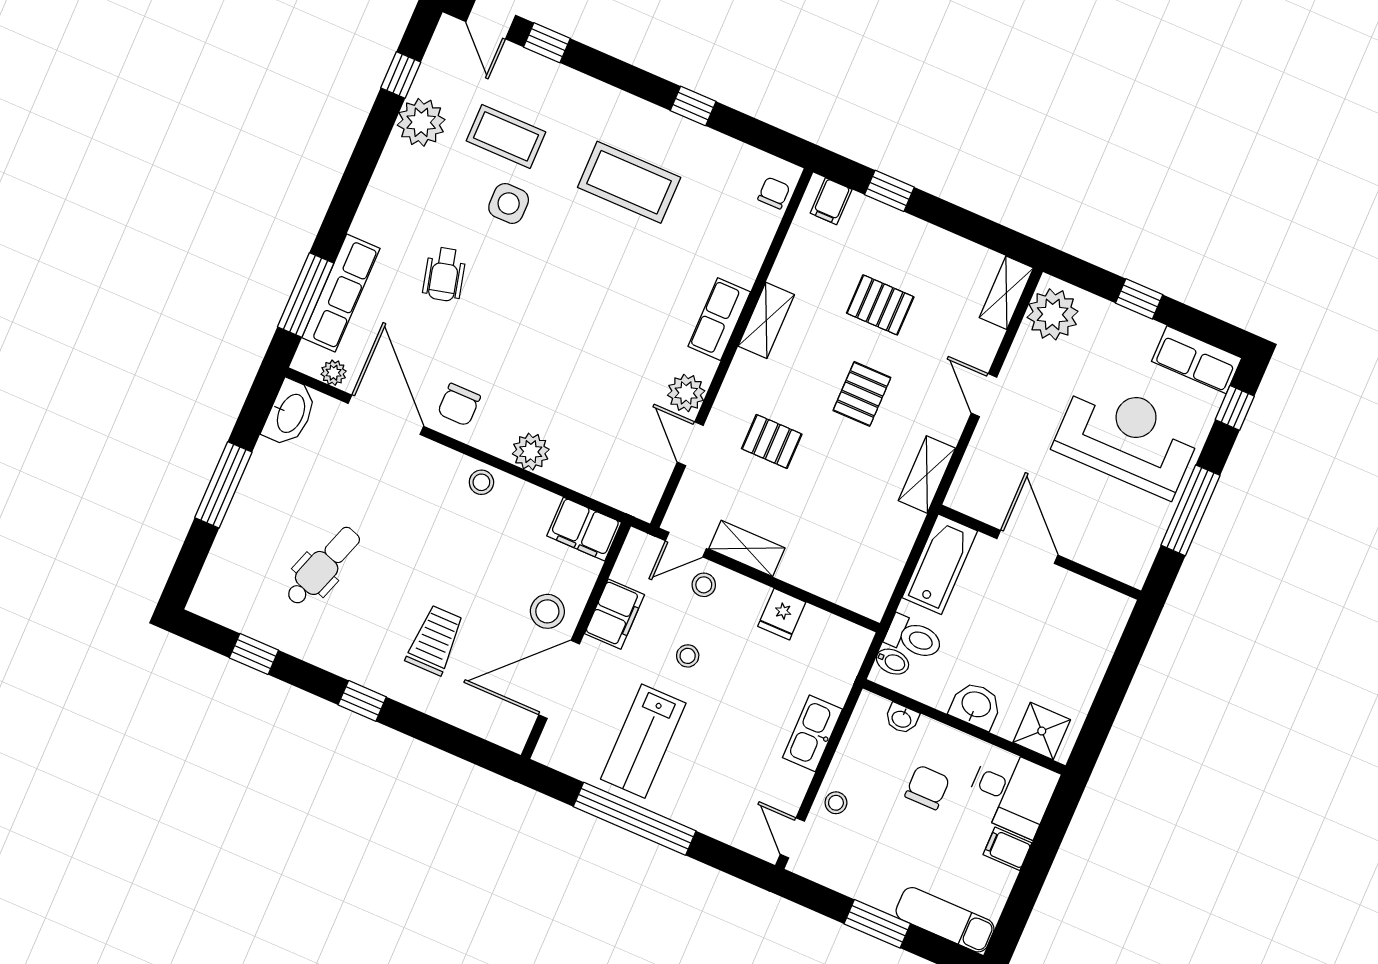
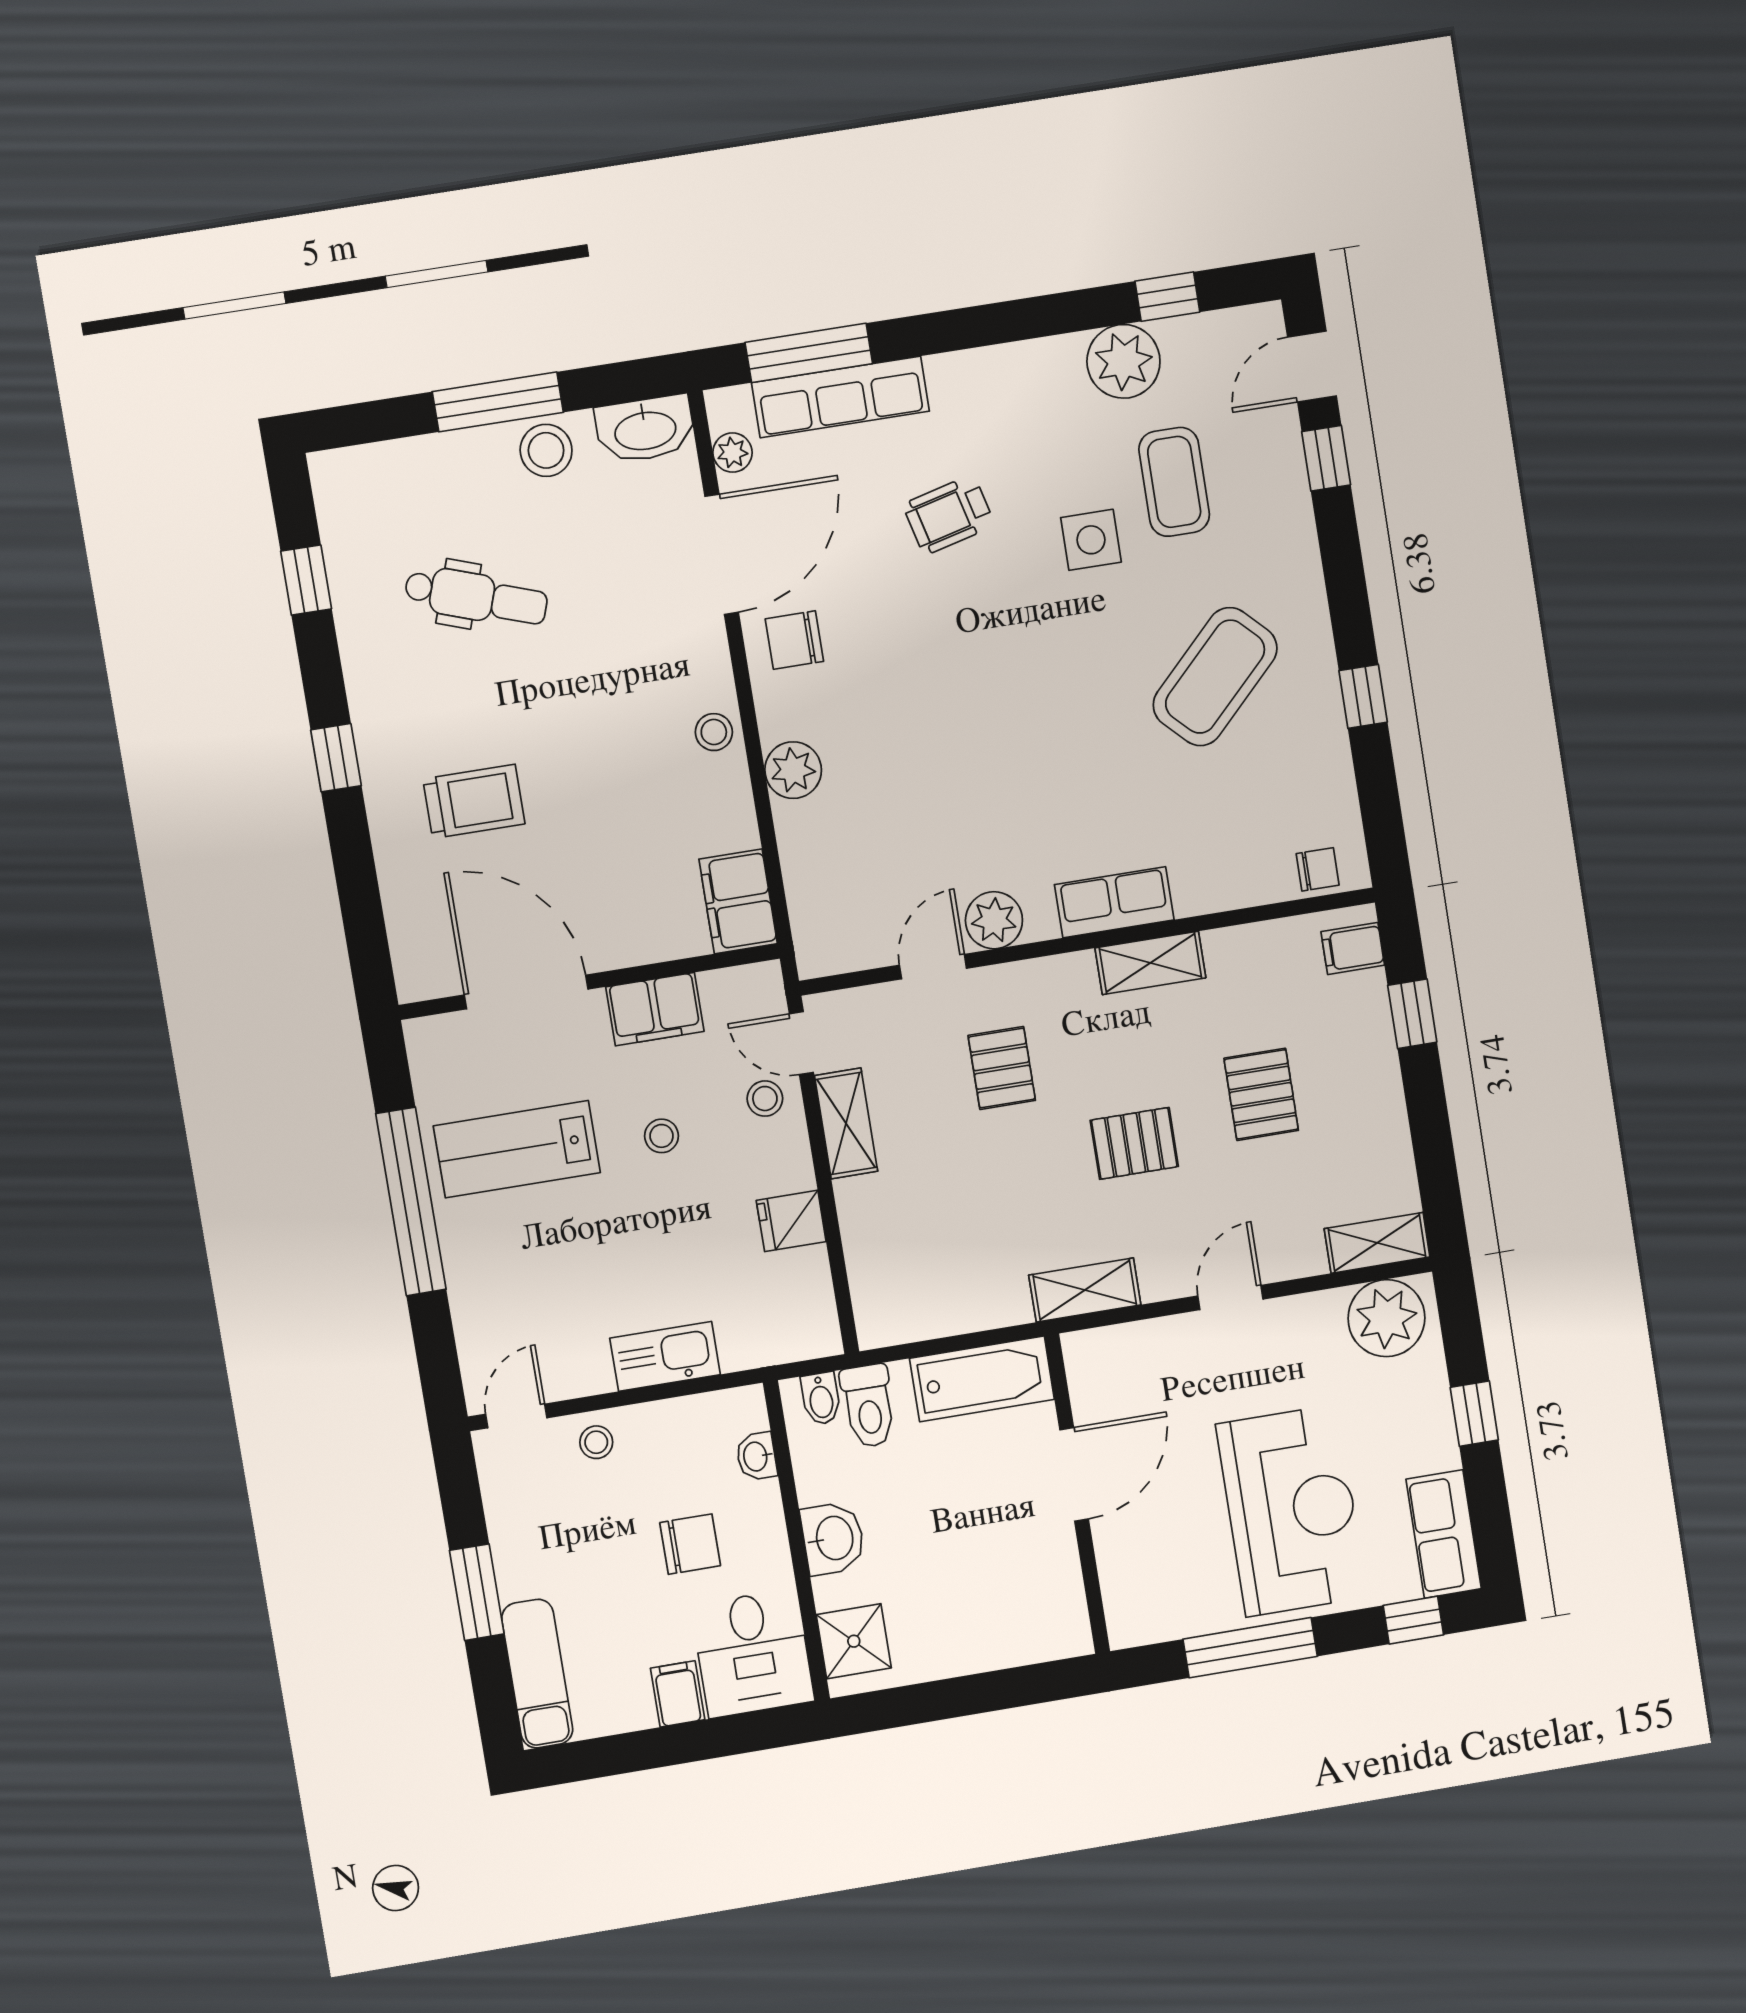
coffee table: (629, 182) -> (1215, 677), turned 45
stool: (547, 611) -> (546, 450), moved

